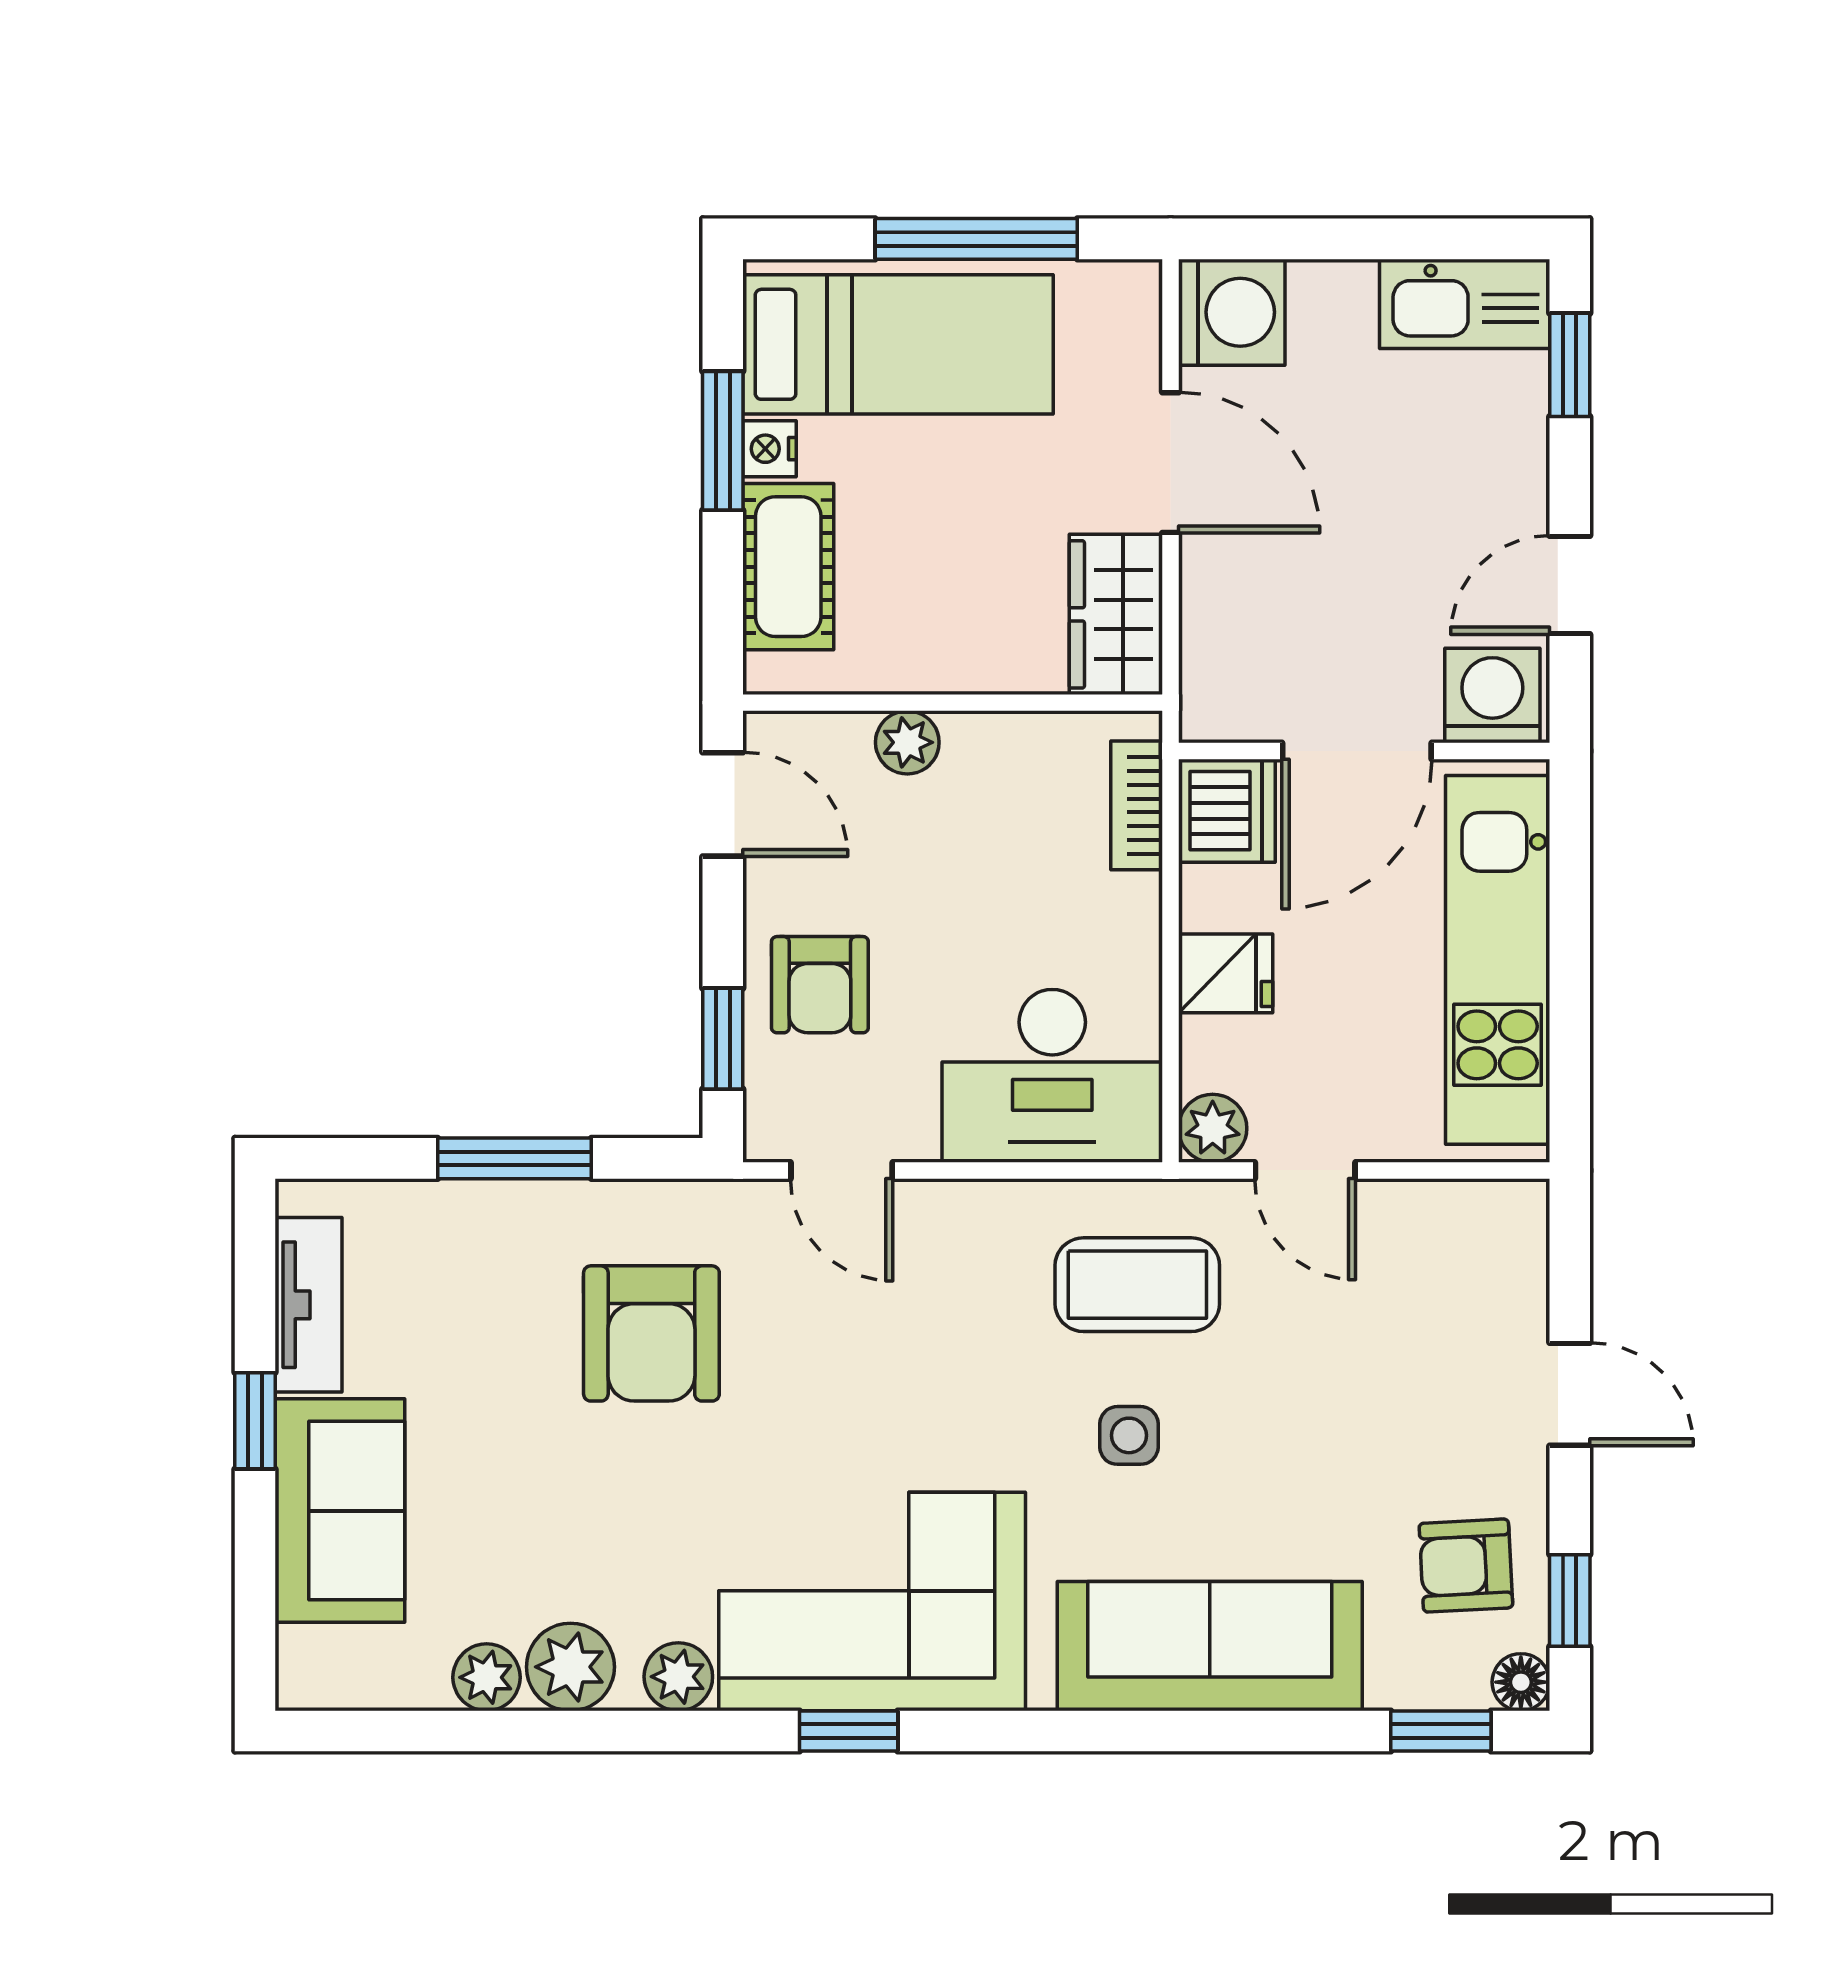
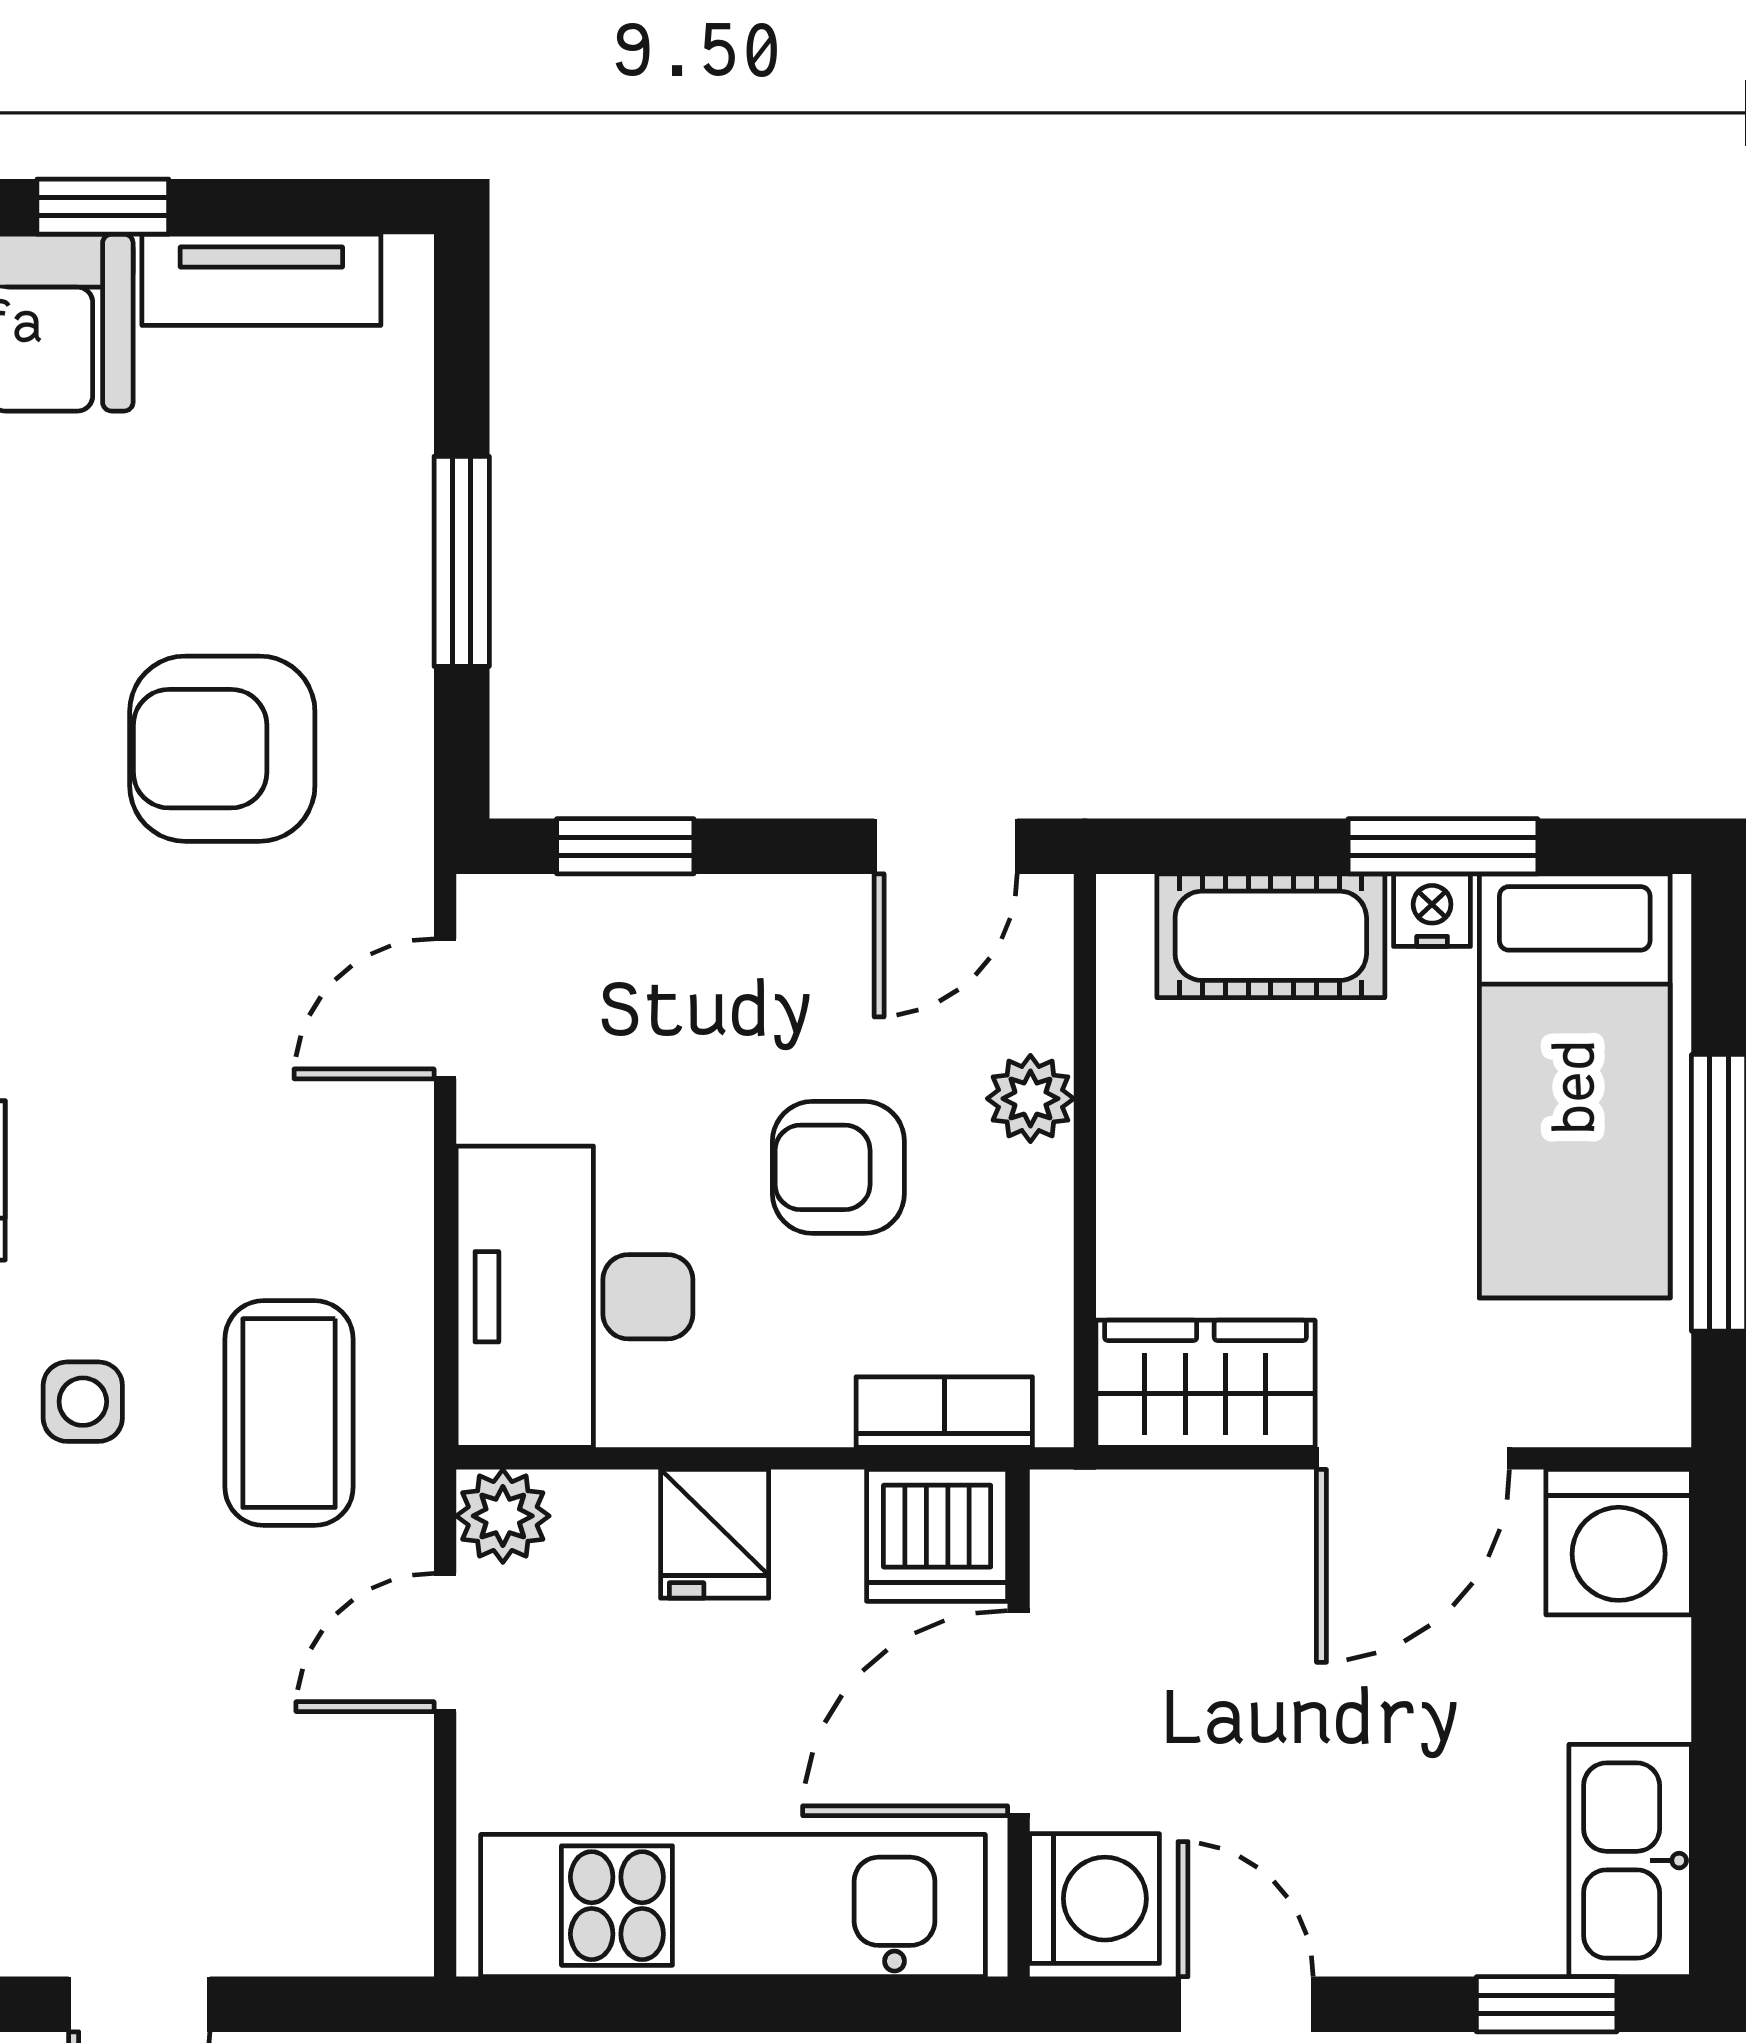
door: (1357, 751) -> (1019, 1713), hinge flipped
armchair: (820, 985) -> (838, 1167), moved

